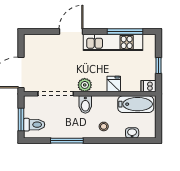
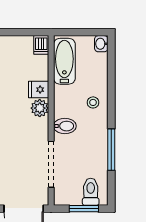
window: (158, 66) -> (15, 32), removed
plant: (85, 85) -> (40, 108), moved
washbasin: (132, 133) -> (101, 44), moved

